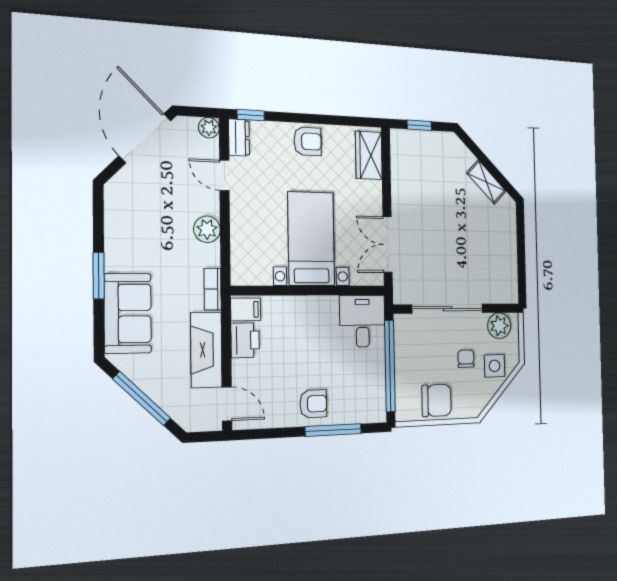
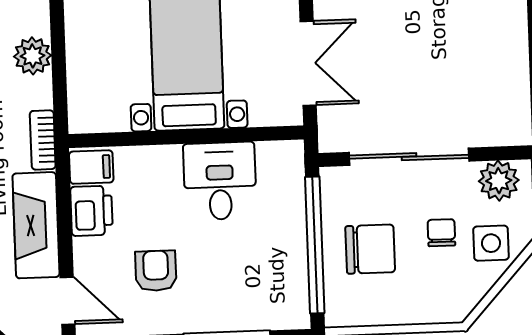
double door: (388, 245) -> (308, 63), swing flipped
desk: (362, 321) -> (220, 181), moved
chair: (437, 400) -> (370, 249), moved
armchair: (313, 404) -> (156, 271), moved, turned -90

